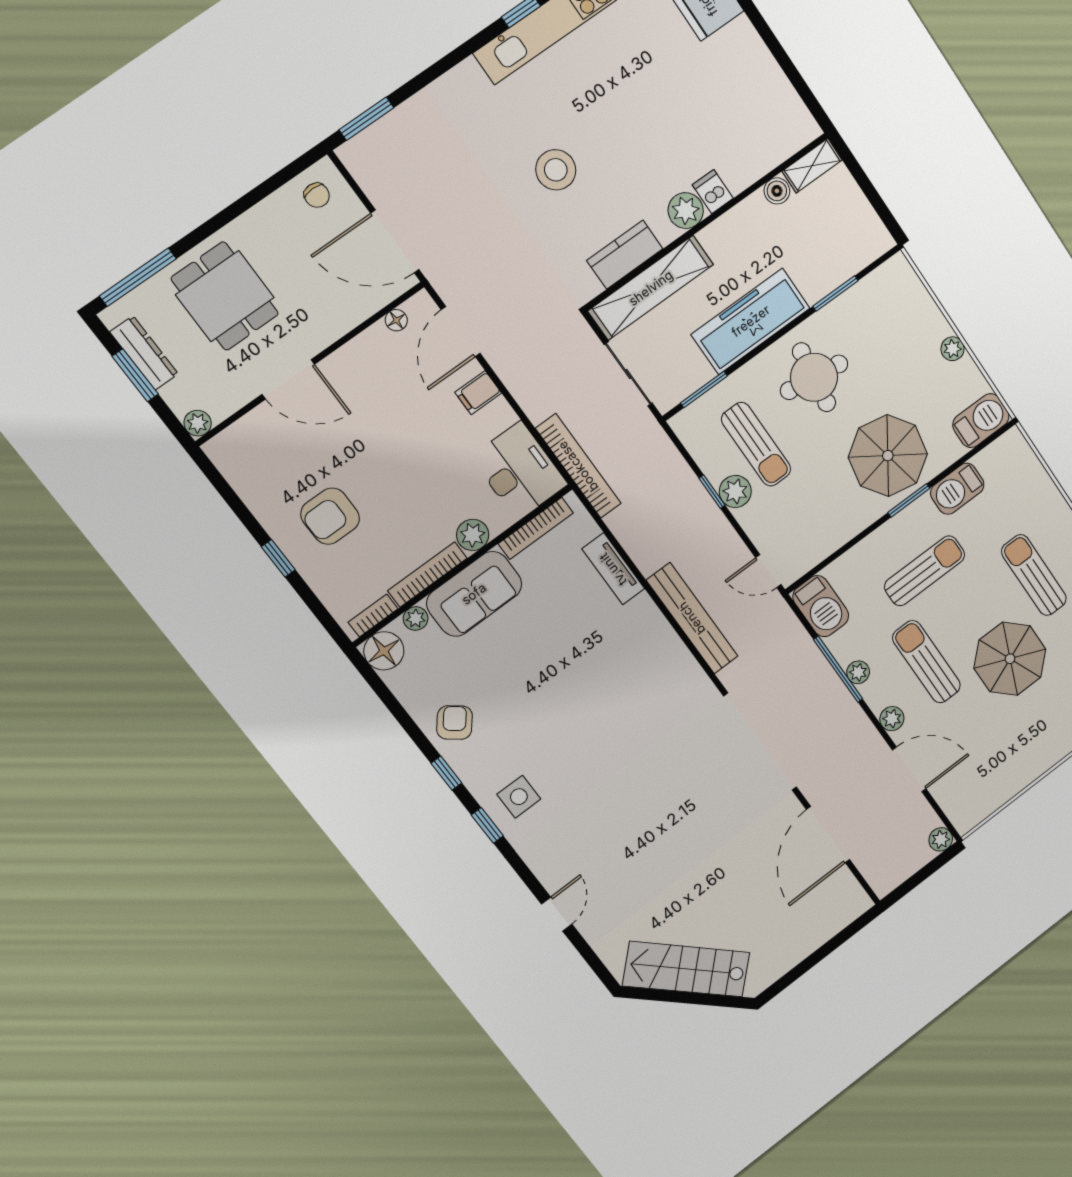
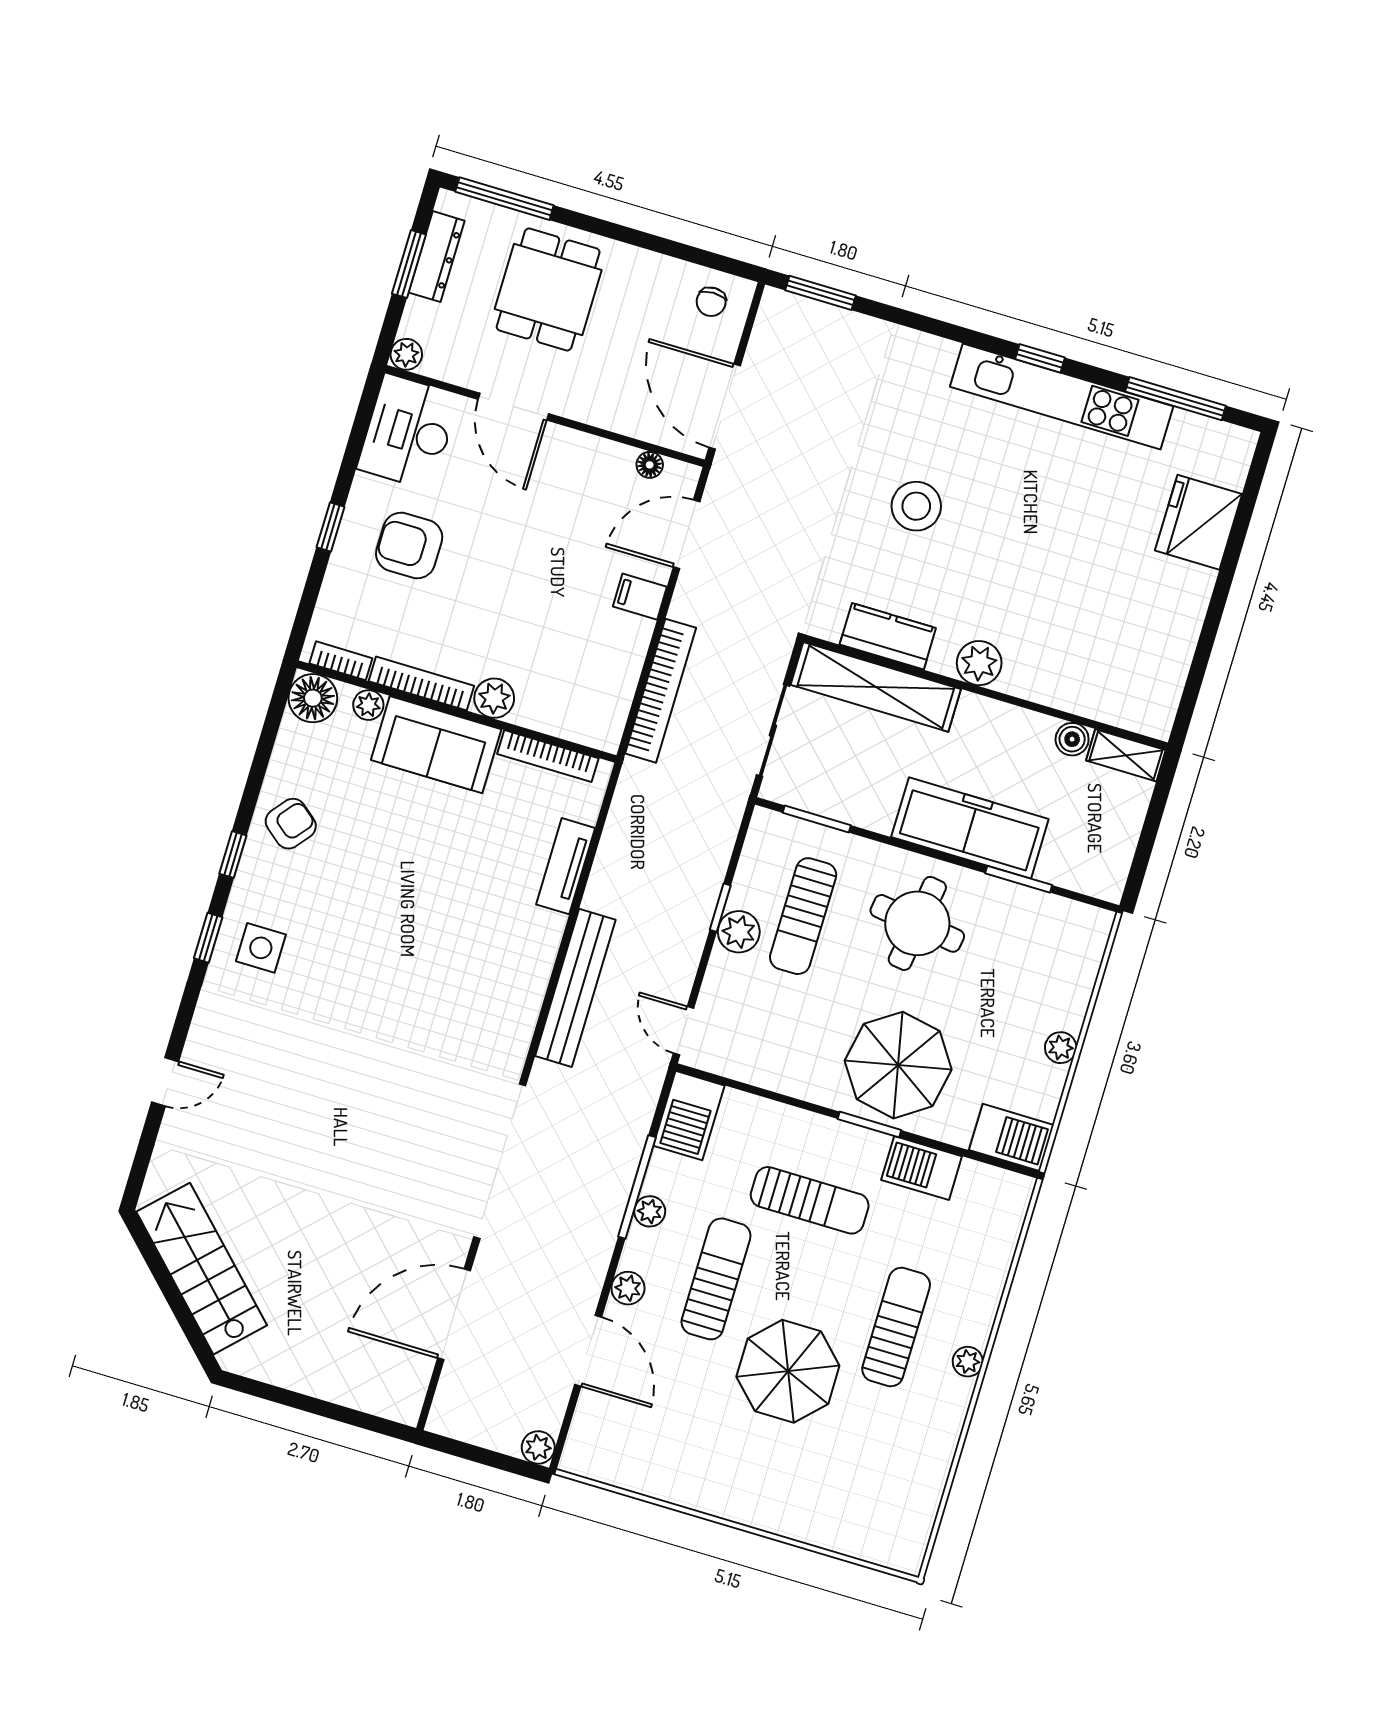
dishwasher: (713, 192) -> (1019, 676), removed
freezer: (751, 321) -> (970, 828), moved
bookcase: (578, 466) -> (661, 691), moved
desk: (519, 471) -> (408, 432), moved, turned 180

